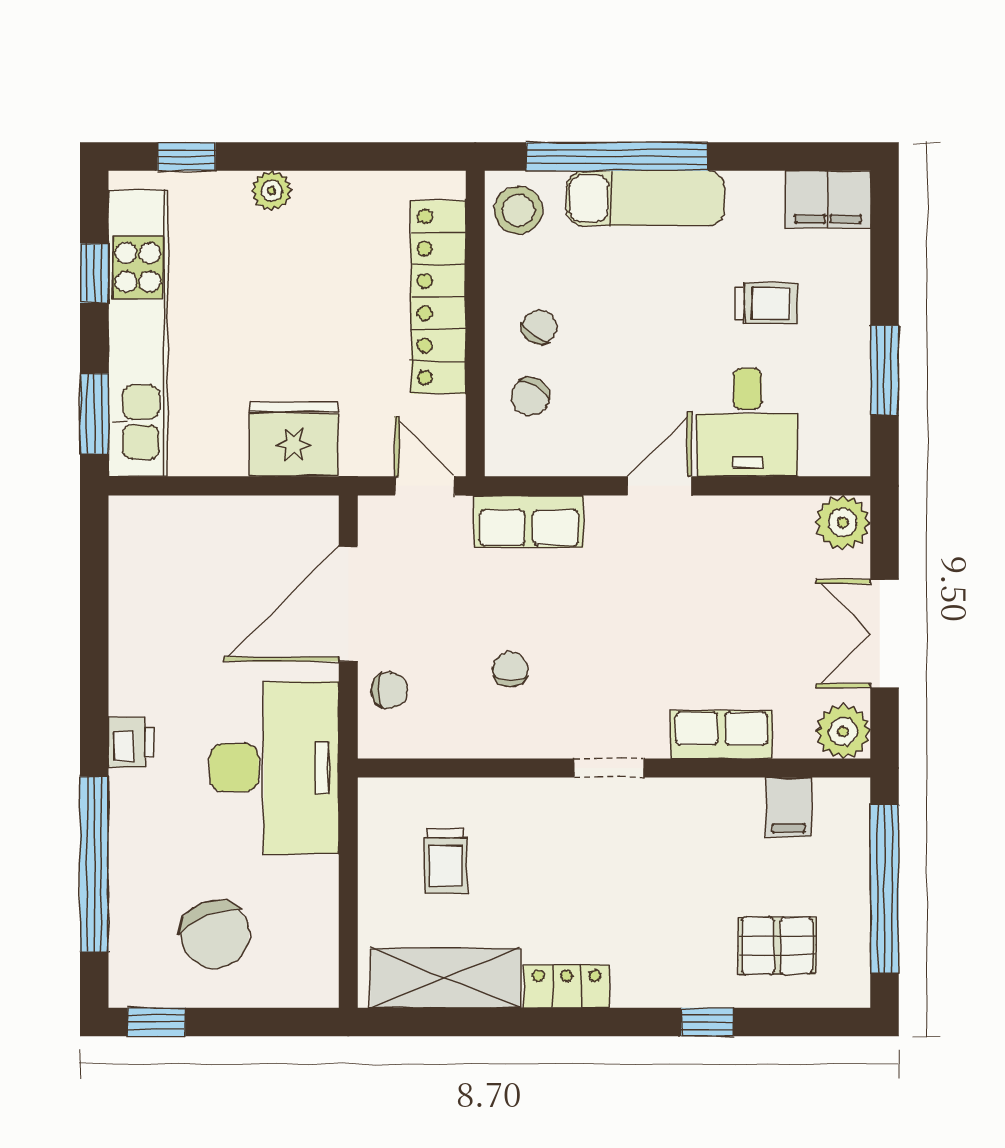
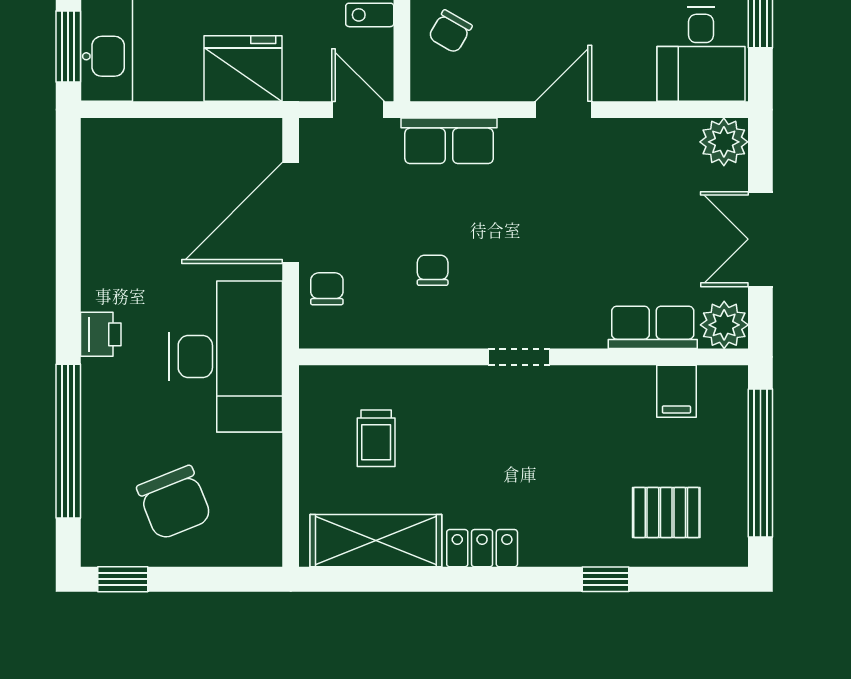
desk: (747, 422) -> (701, 54), moved
chair: (389, 690) -> (327, 289), turned -90
row of seats: (721, 734) -> (653, 327), moved

